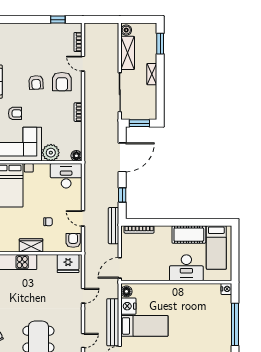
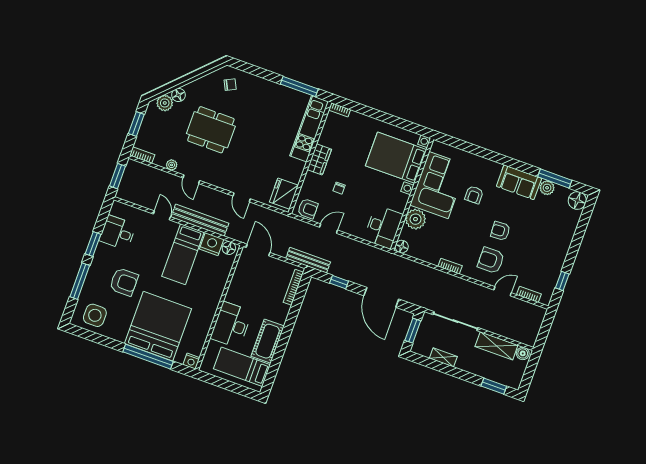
shelving: (152, 74) -> (443, 357), moved
bed: (208, 325) -> (158, 326), added

